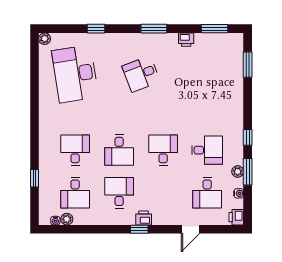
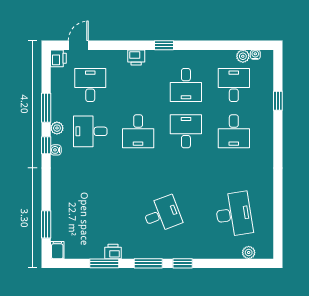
window: (96, 29) -> (183, 263), moved
window: (215, 29) -> (104, 263), moved
plant: (45, 39) -> (249, 253), moved
filing cabinet: (237, 41) -> (57, 250), added
desk: (75, 74) -> (234, 214), width x0.73, depth x0.77
plant: (238, 171) -> (57, 128), moved
water cooler: (239, 193) -> (56, 150), moved
printer: (144, 218) -> (136, 57), moved
door: (191, 229) -> (78, 45), moved

